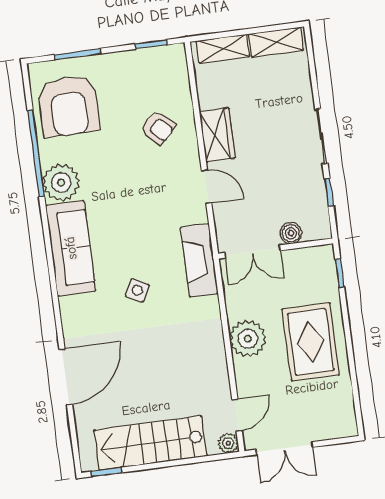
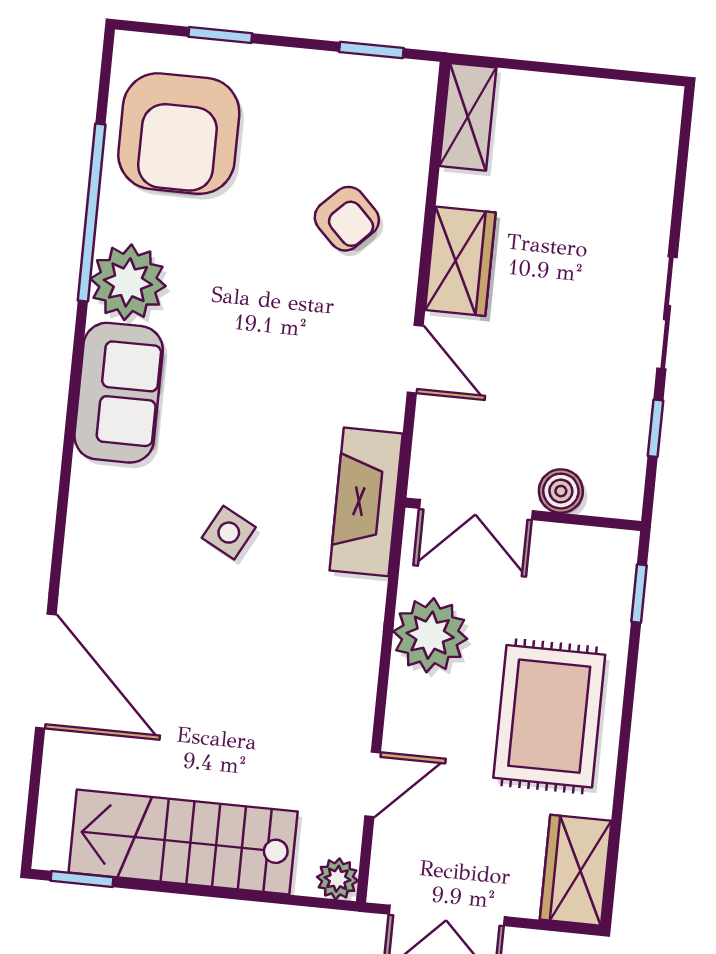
shelving: (276, 42) -> (621, 104), removed
shelving: (223, 49) -> (468, 117), moved, turned 90
window: (77, 54) -> (220, 35), width x0.67
sofa: (71, 248) -> (119, 393), width x0.73
plant: (248, 339) -> (430, 635), moved
door: (66, 377) -> (46, 671), hinge flipped
wardrobe: (341, 412) -> (576, 870), added
door: (237, 415) -> (373, 784), moved

